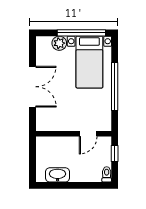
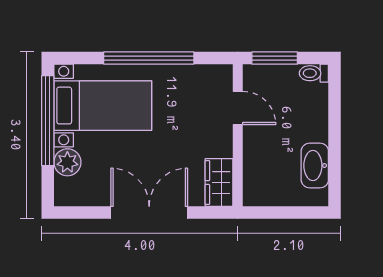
wardrobe: (48, 124) -> (219, 183), added
window: (115, 154) -> (275, 58), width x1.50

